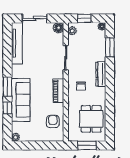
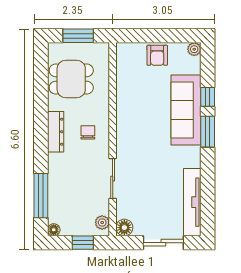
window: (110, 47) -> (41, 196), width x1.44
dresser: (101, 74) -> (56, 132), moved
piano: (58, 91) -> (125, 125), removed
dining table: (91, 119) -> (71, 79), turned 90
armchair: (53, 121) -> (157, 55), moved

